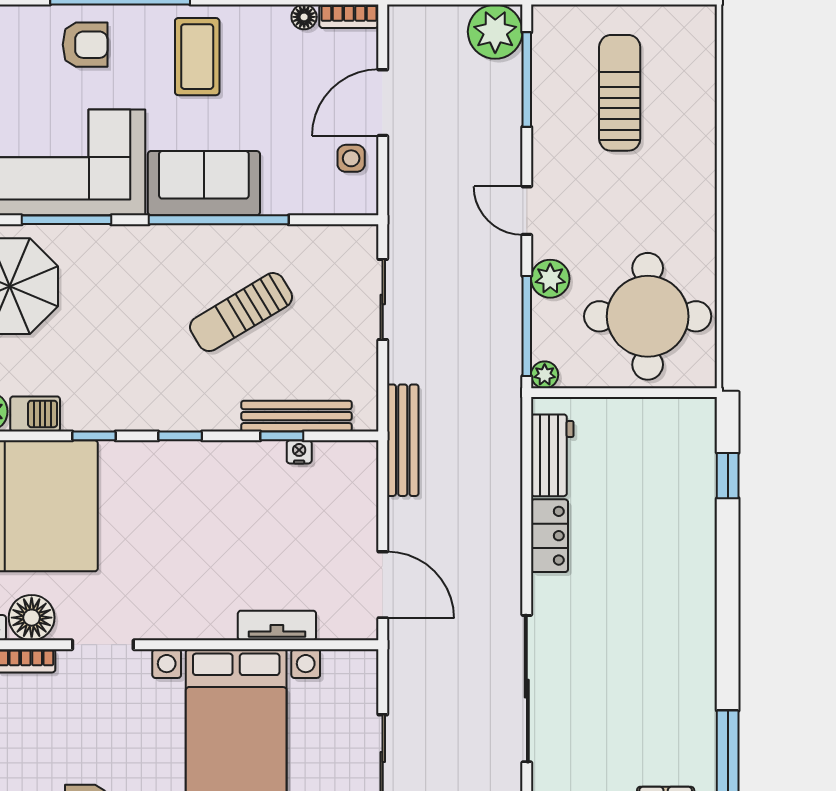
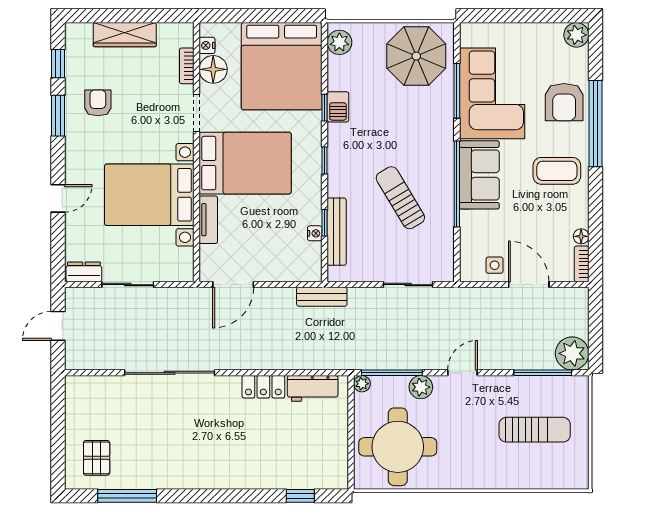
armchair: (85, 45) -> (564, 102), width x1.38, depth x1.38
barbecue: (35, 414) -> (338, 107), moved
bench: (403, 440) -> (322, 297), width x0.73
bed: (184, 565) -> (245, 163), added

